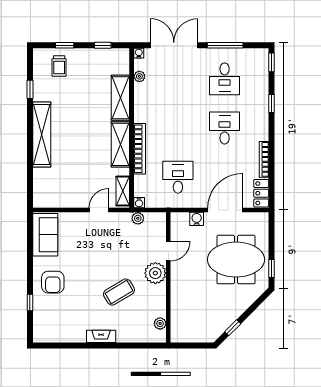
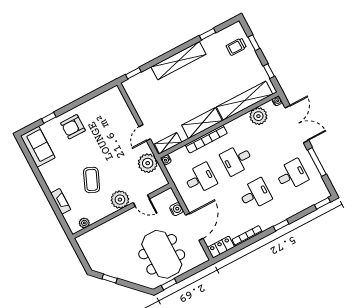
plant: (139, 76) -> (258, 116), width x1.87, depth x1.87
desk: (225, 79) -> (292, 175), turned 180
shelving: (120, 98) -> (245, 101), width x1.47
window: (272, 103) -> (281, 225), moved
desk: (178, 128) -> (237, 159), added
window: (30, 189) -> (133, 73), added
door: (99, 210) -> (145, 133), swing flipped
door: (225, 210) -> (194, 227), hinge flipped
plant: (138, 218) -> (148, 163), width x1.87, depth x1.87
sofa: (45, 235) -> (38, 147), moved, turned -90
coffee table: (119, 292) -> (92, 180), turned 54
fireplace: (101, 336) -> (61, 201), moved

